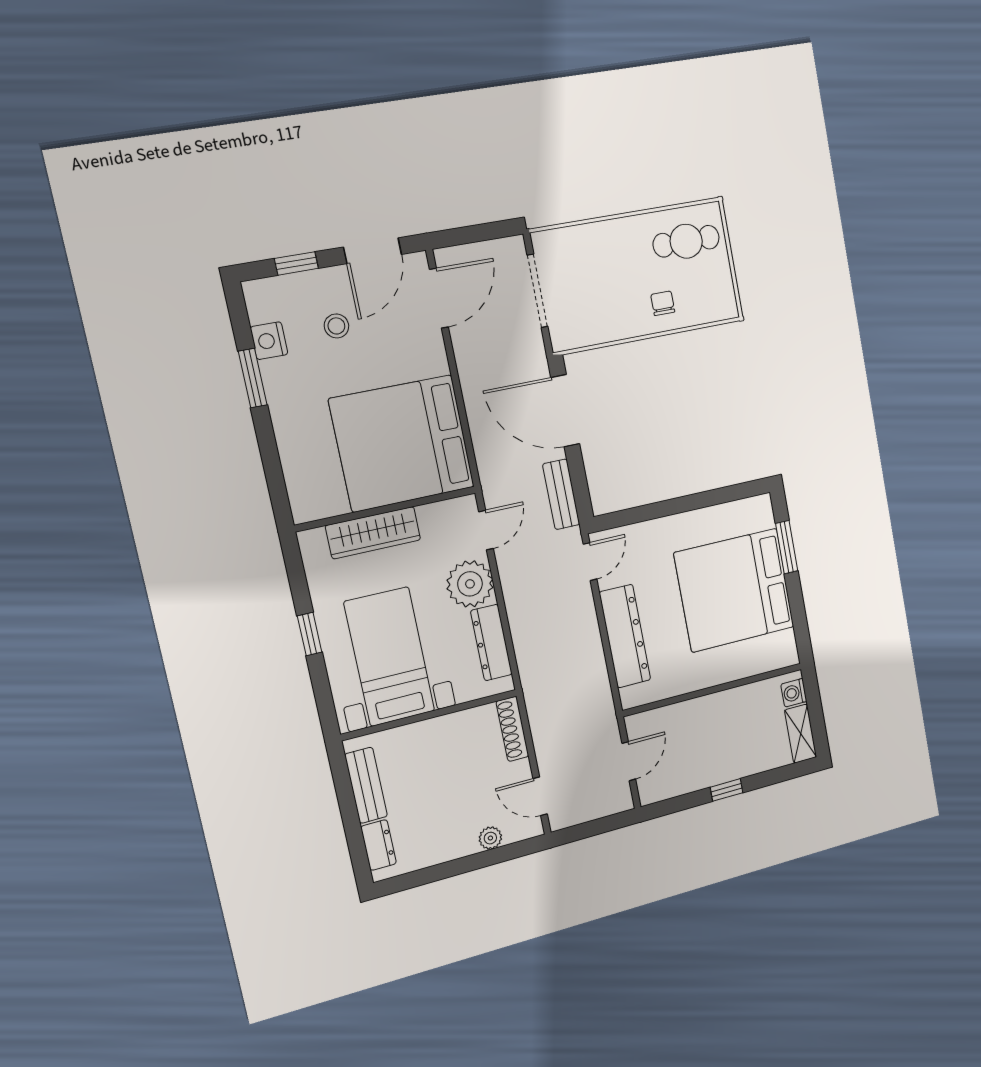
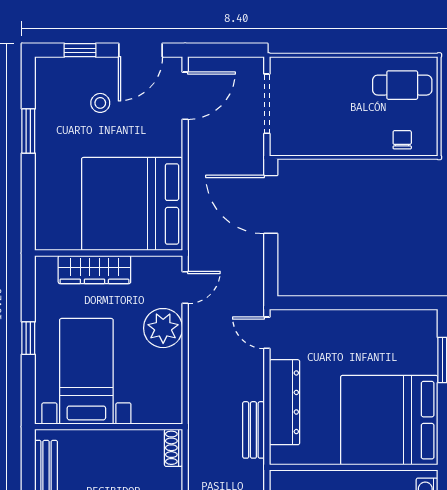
chair: (663, 303) -> (402, 140), moved
nightstand: (269, 341) -> (47, 105), removed
bench: (561, 494) -> (253, 430), moved
door: (590, 562) -> (267, 333), swing flipped
bed: (734, 590) -> (389, 420), moved
dresser: (491, 643) -> (171, 380), removed
shoe rack: (512, 729) -> (174, 448), width x0.70

